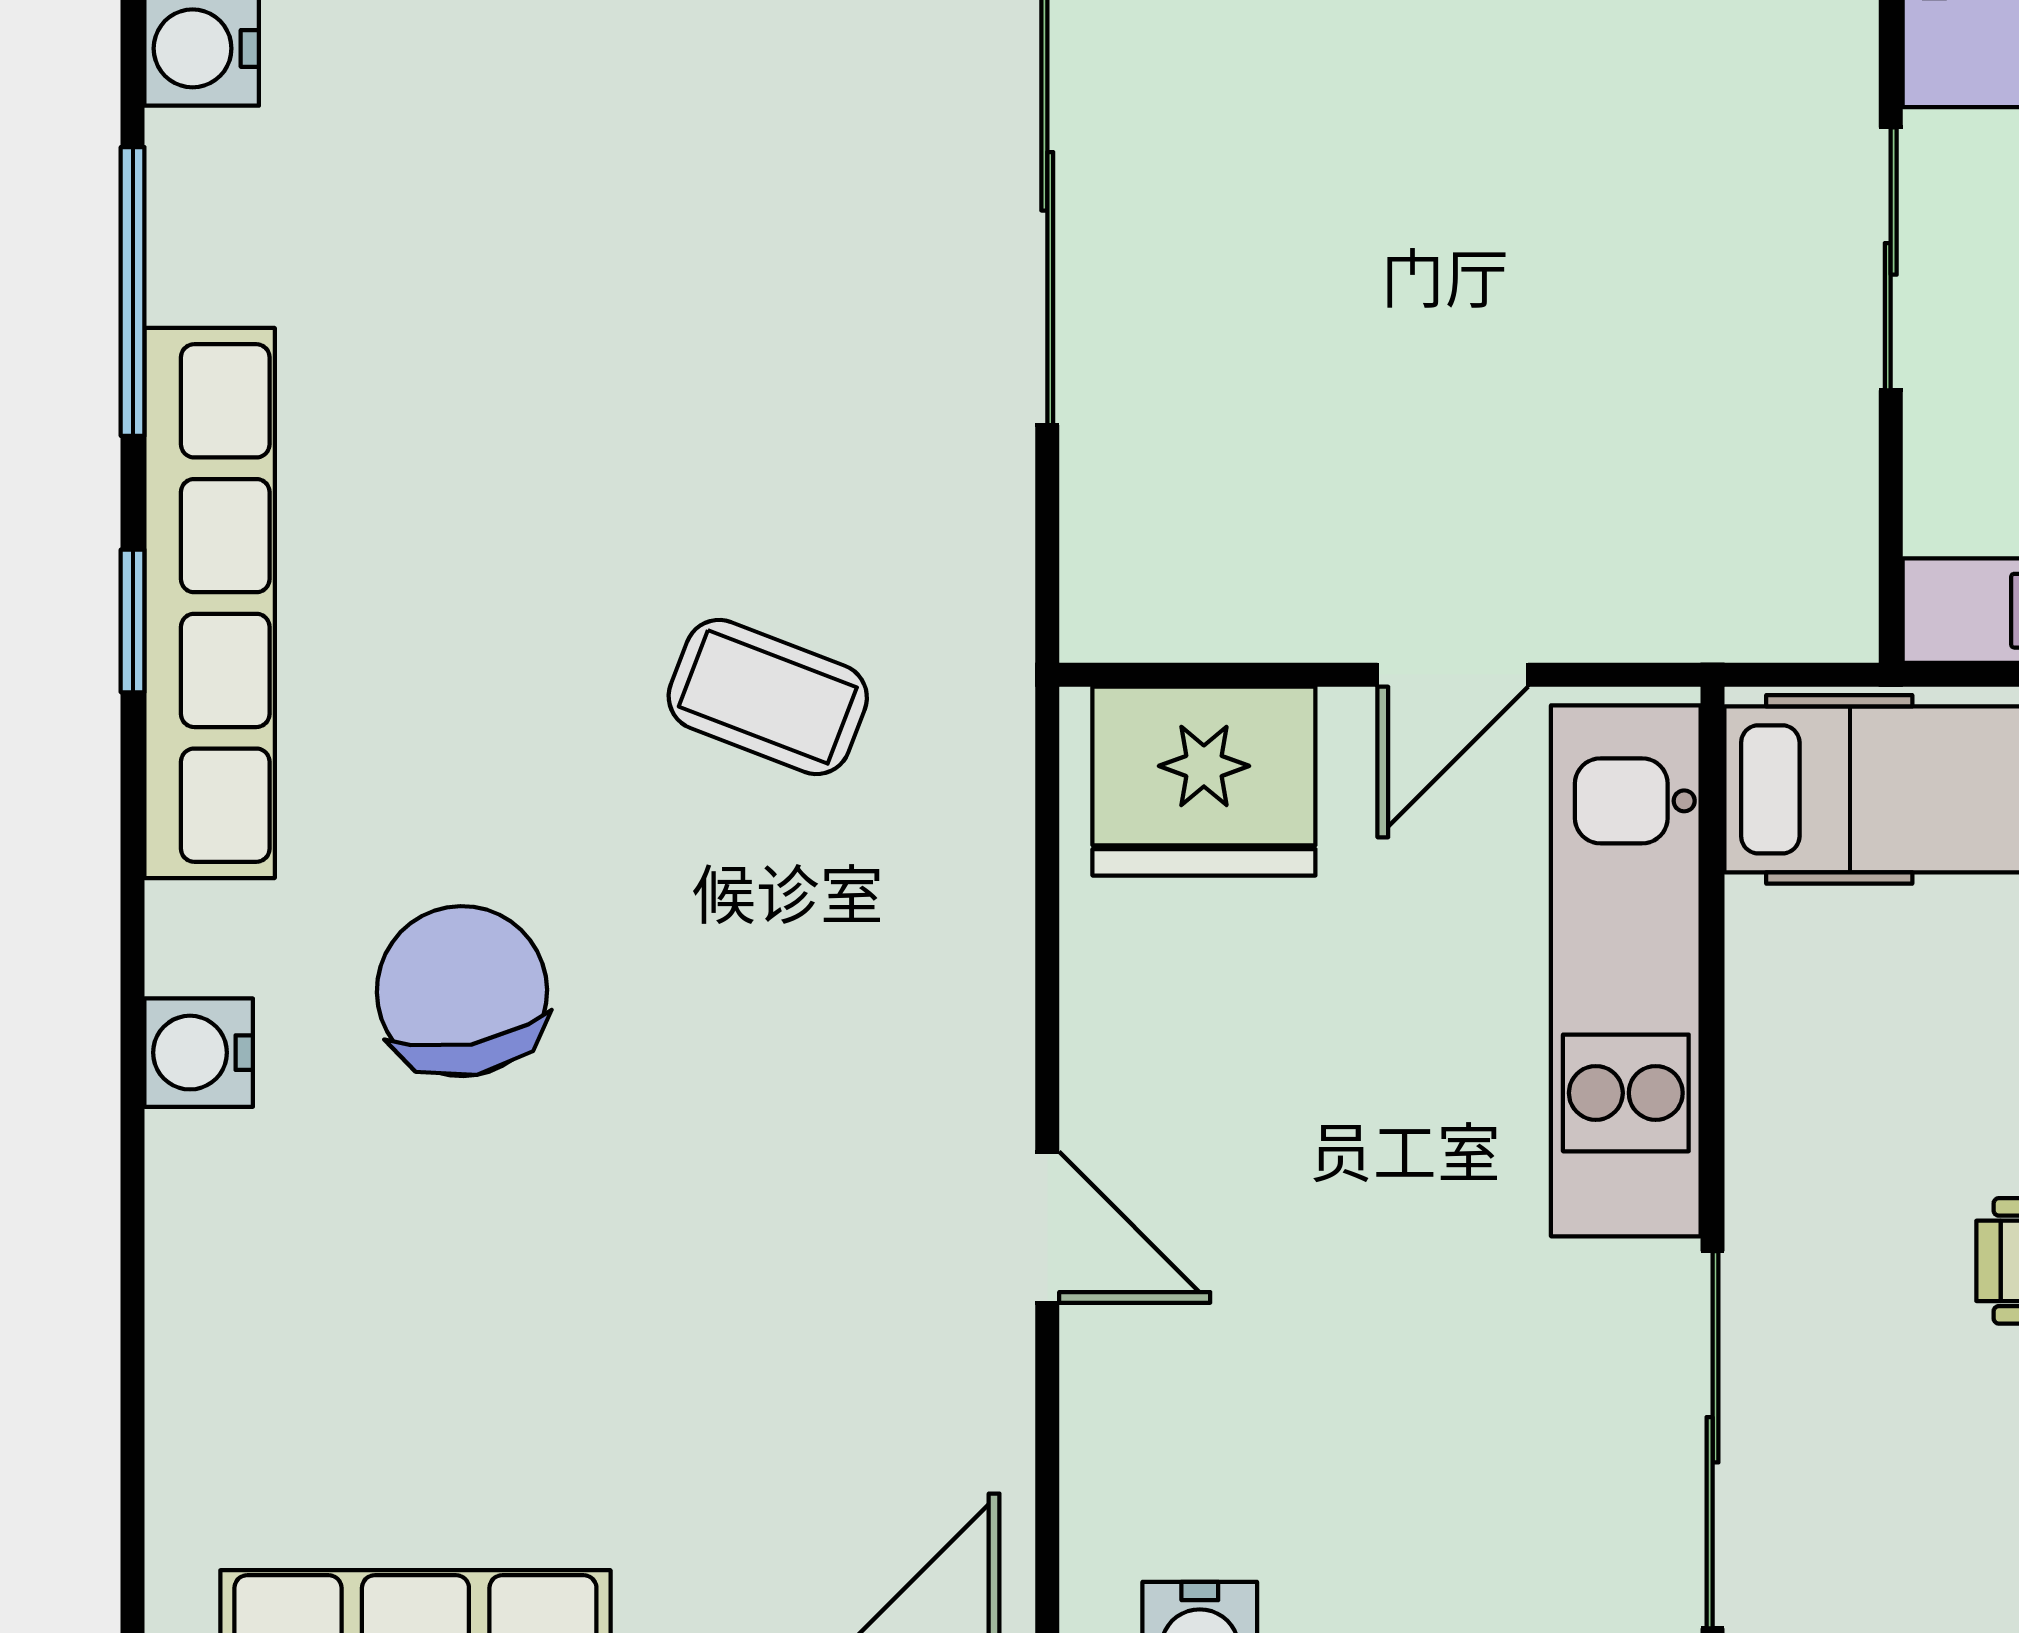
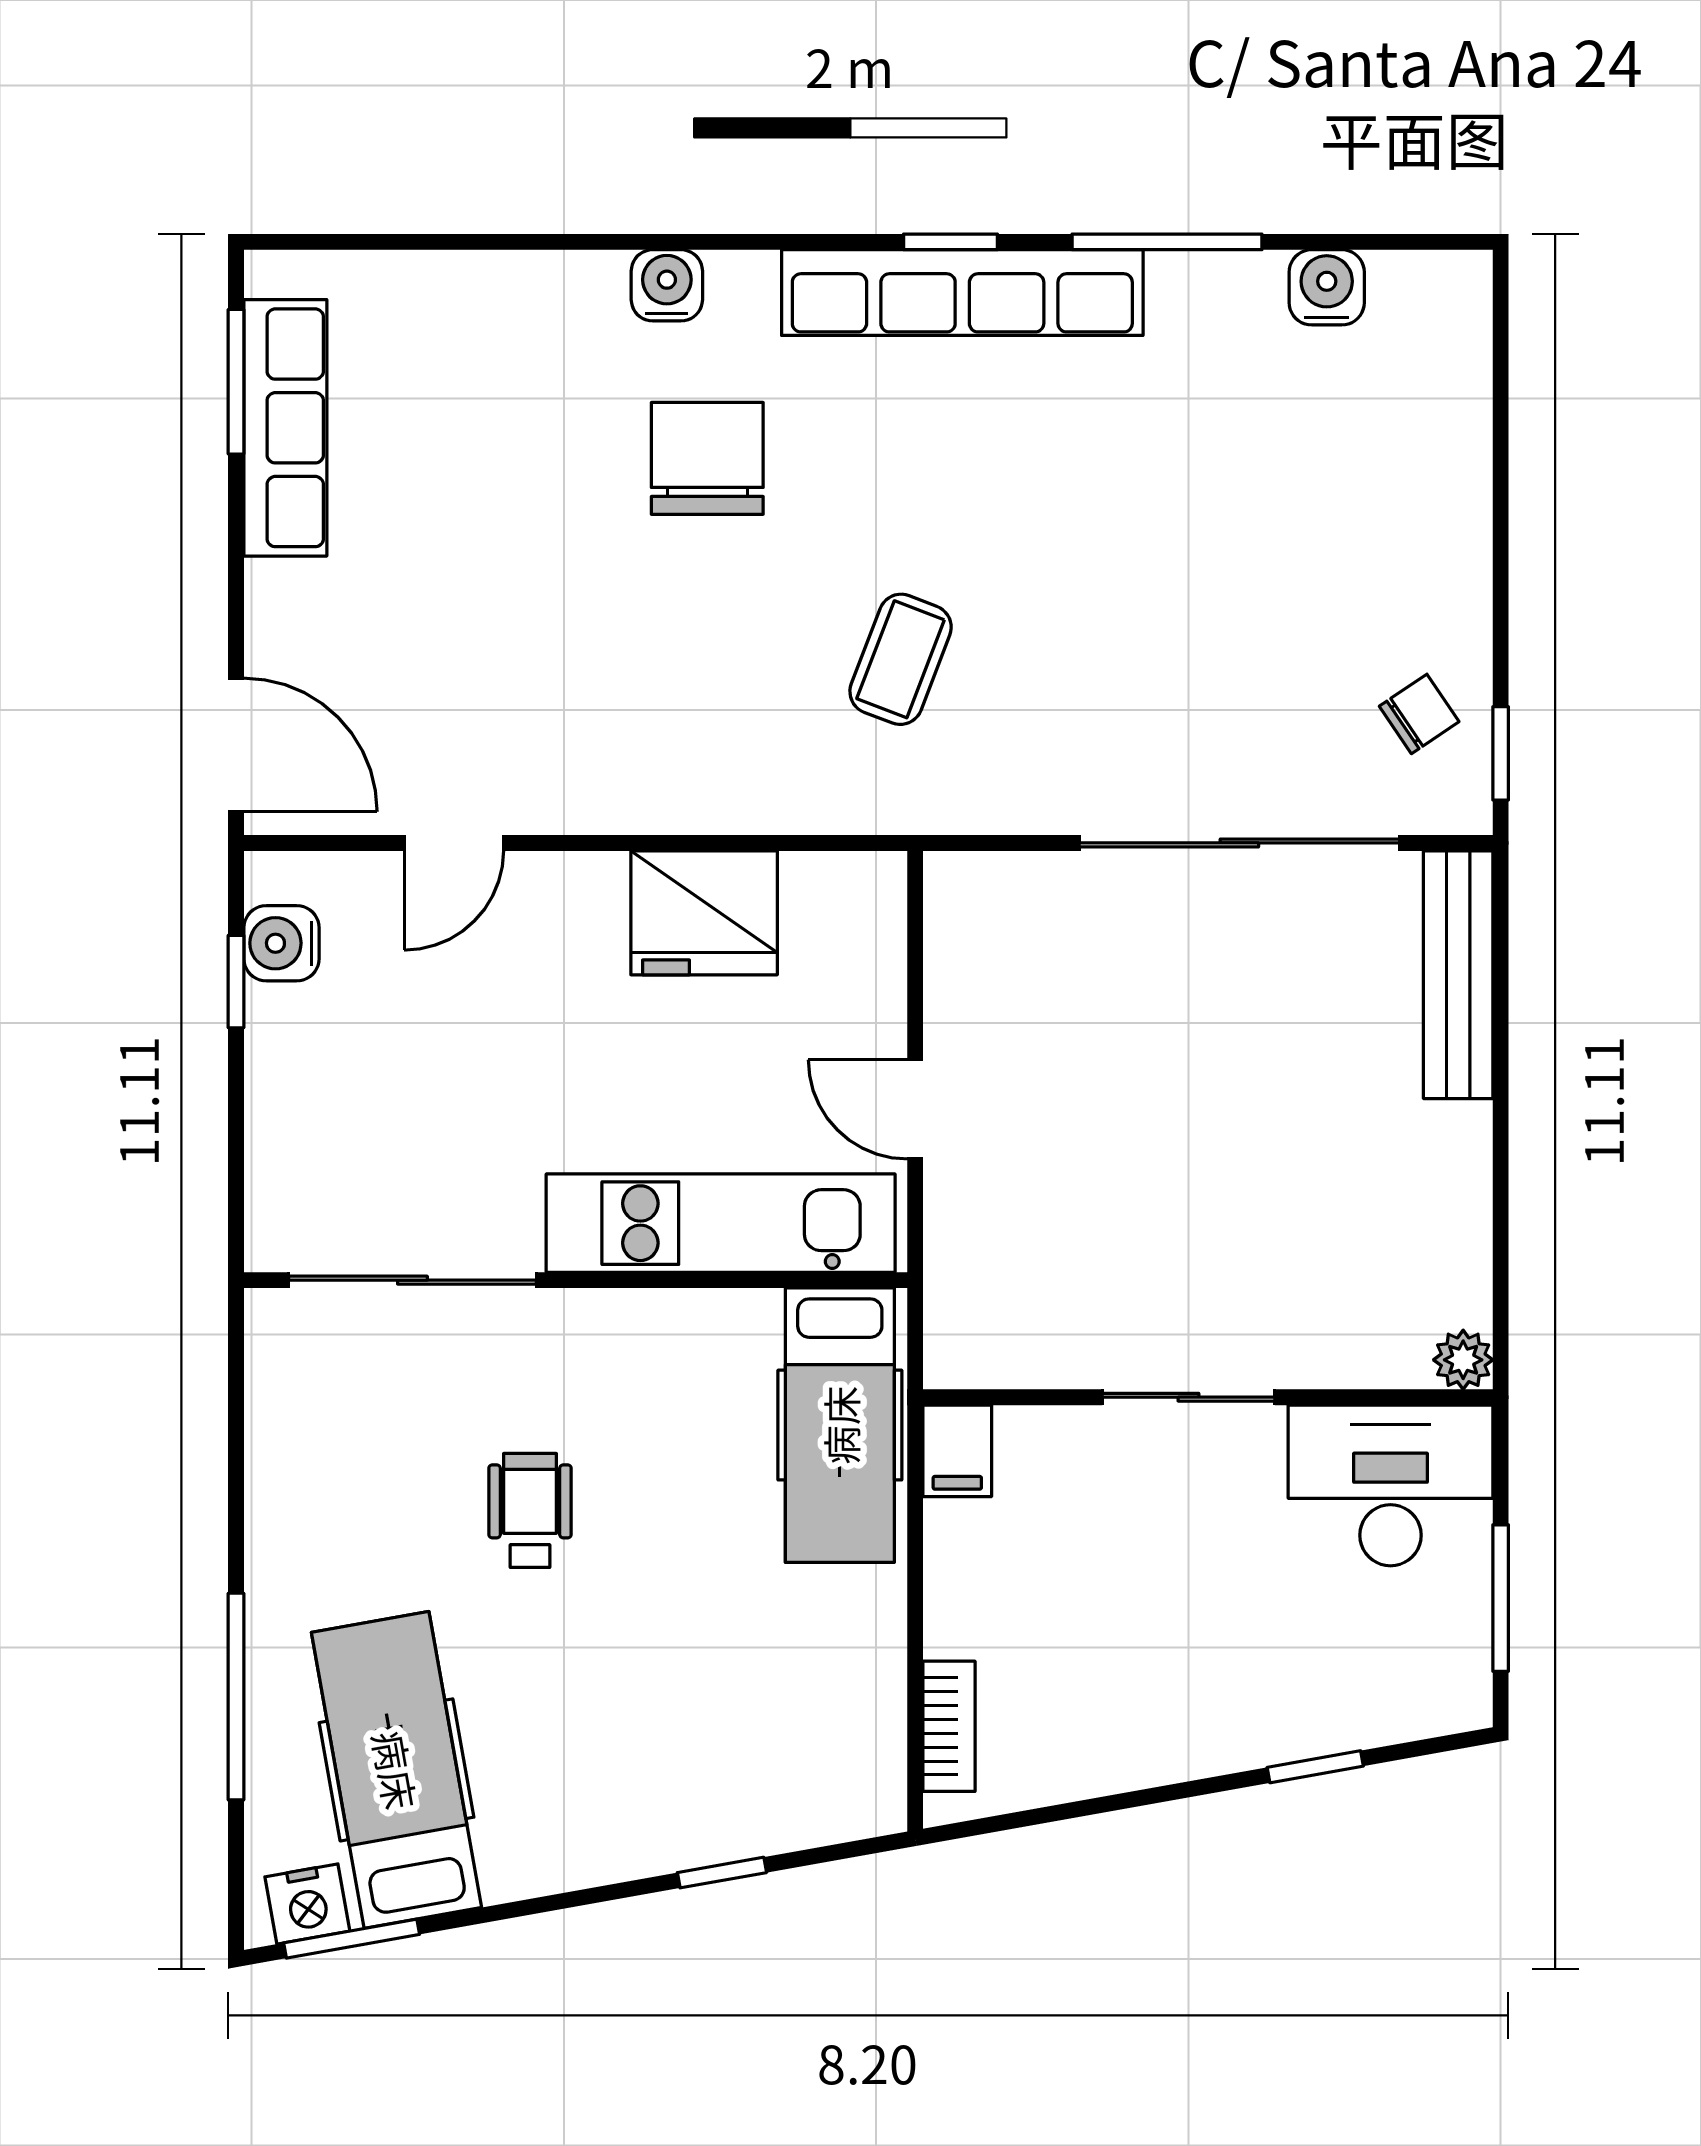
fridge: (1204, 781) -> (704, 913), moved, turned -90
chair: (462, 991) -> (707, 458), turned -80
door: (1047, 1227) -> (454, 843), moved

